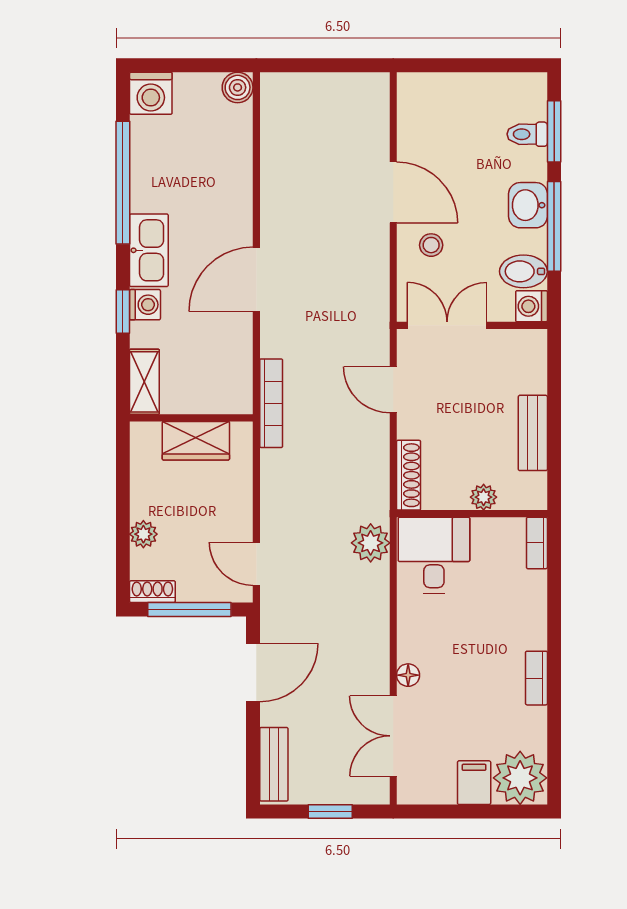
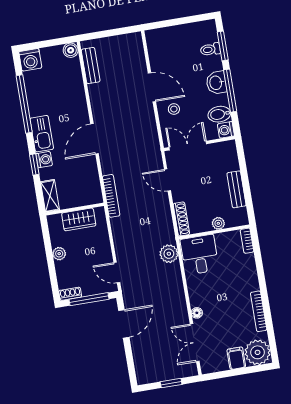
plant: (143, 534) -> (59, 254), moved
bookcase: (536, 678) -> (259, 311), width x1.56
bench: (274, 764) -> (91, 65), moved

